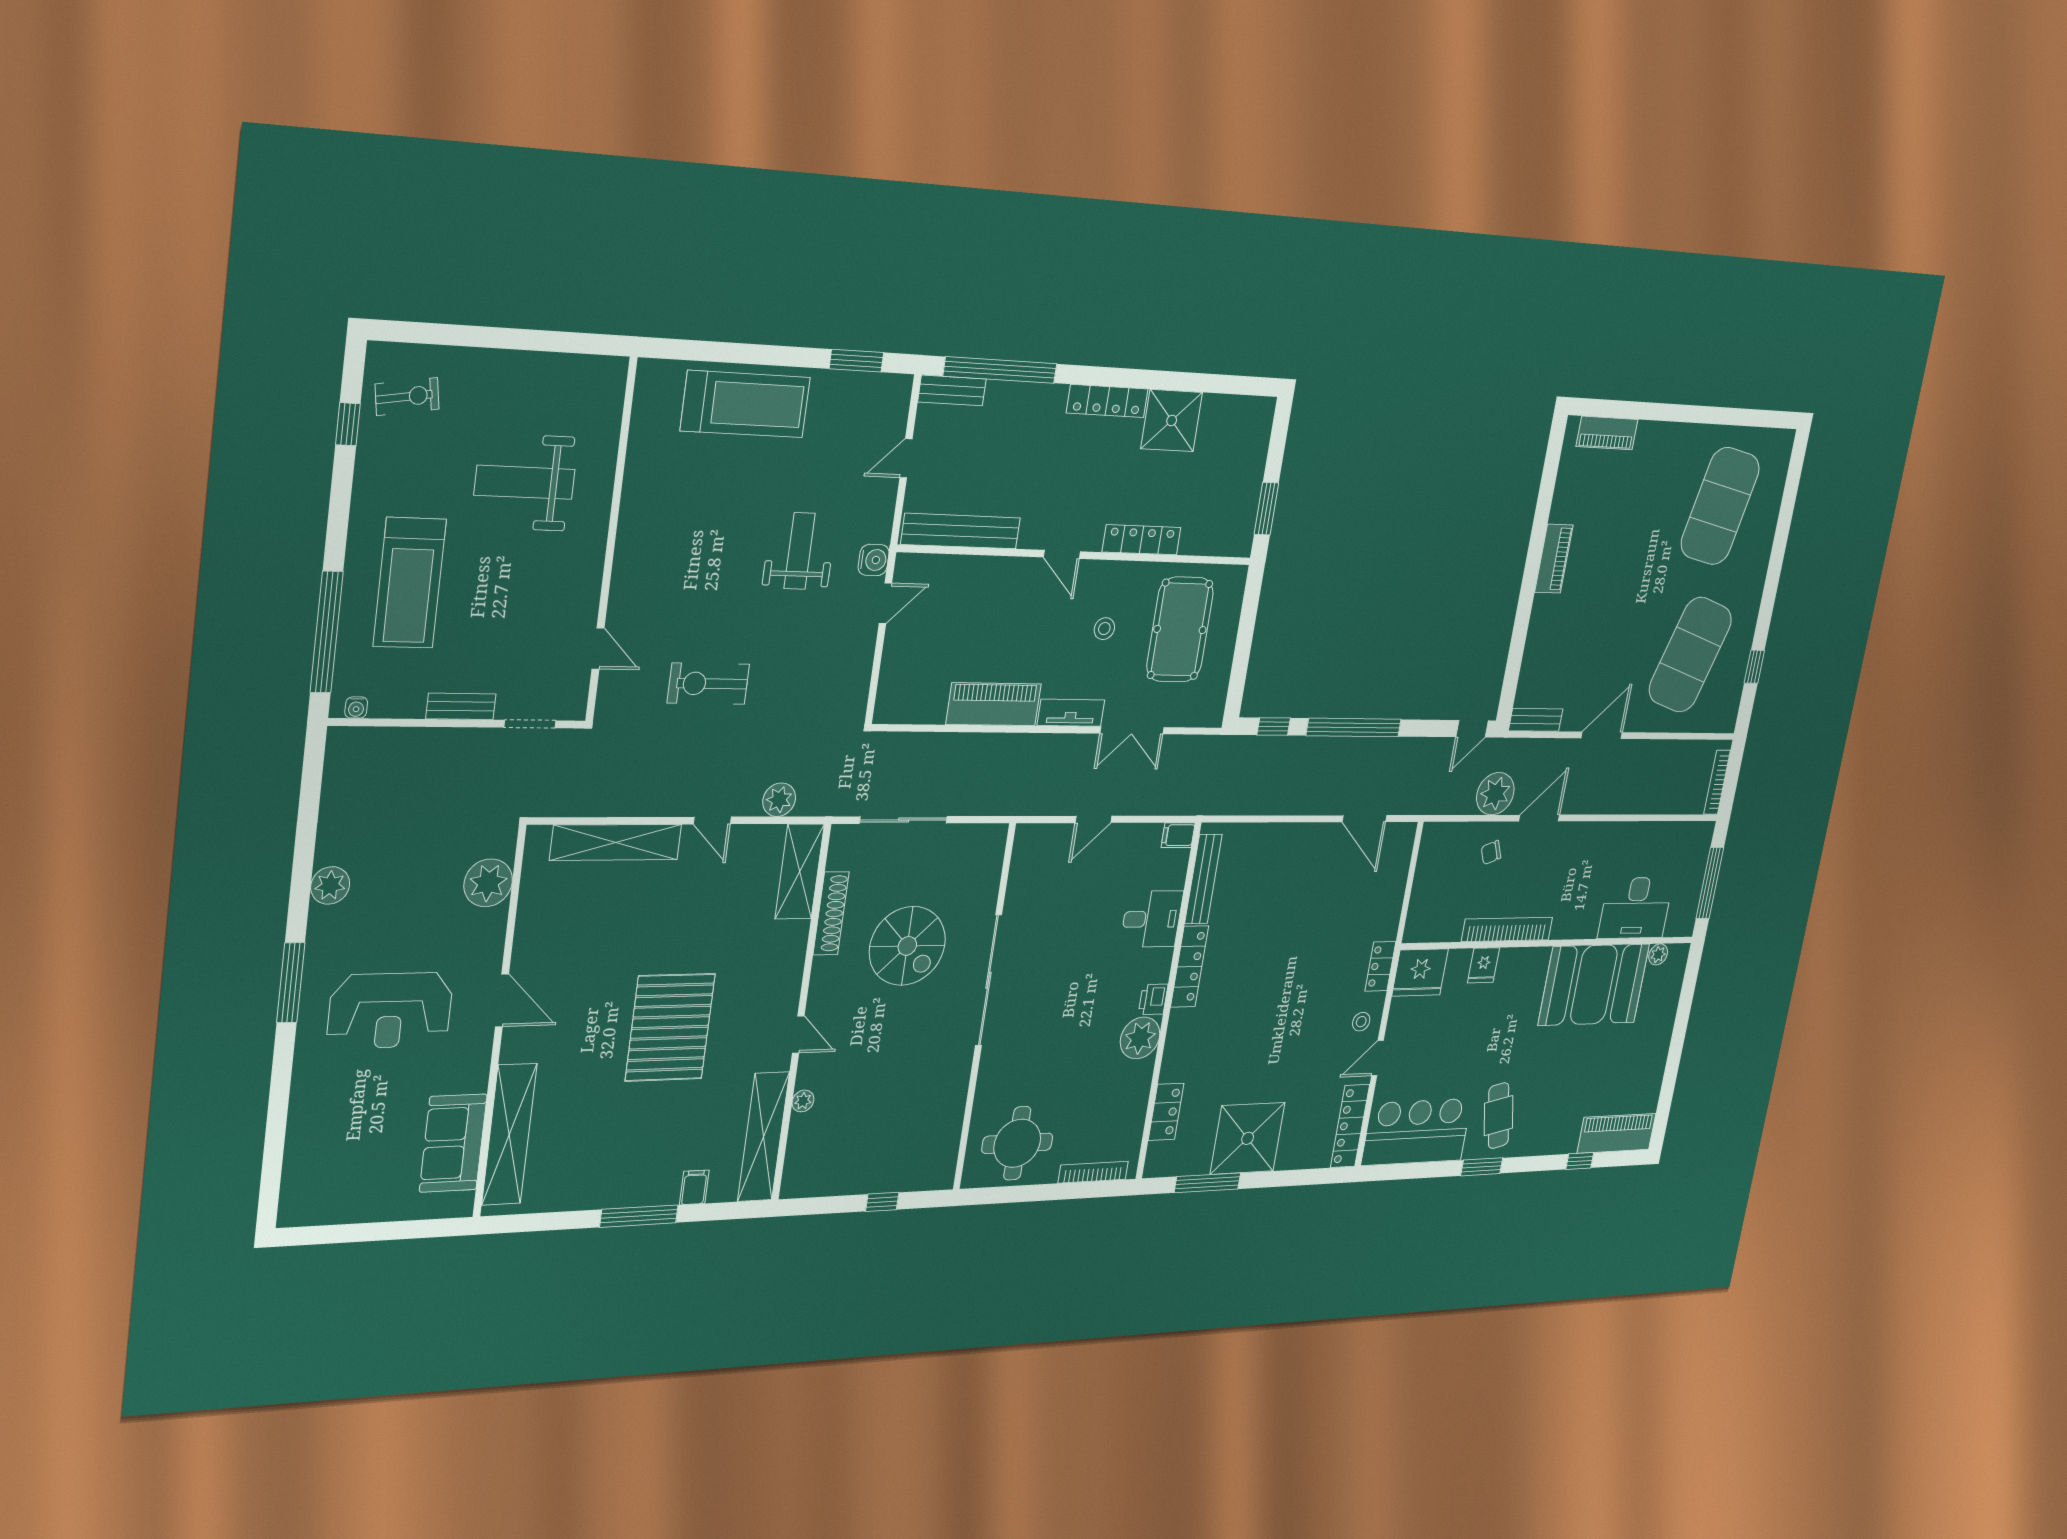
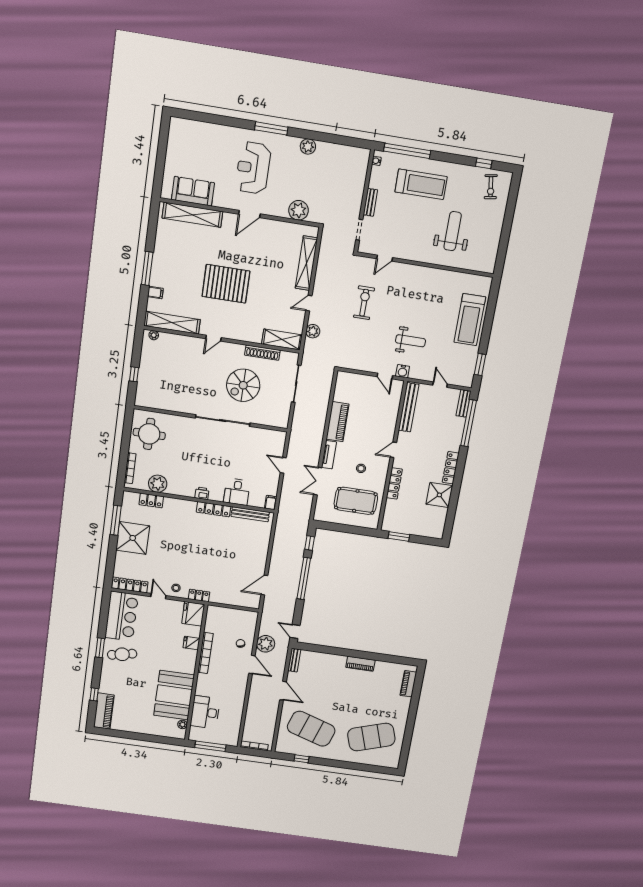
exercise mat: (1720, 506) -> (371, 737), turned -30
treadmill: (410, 583) -> (421, 184), turned 180
plant: (1140, 1038) -> (158, 484), moved
plant: (803, 1101) -> (154, 335), moved

